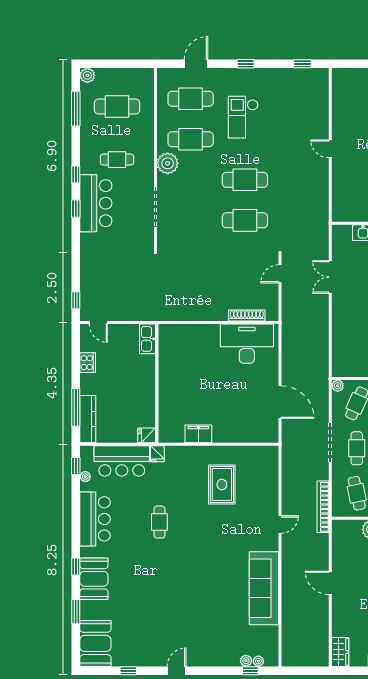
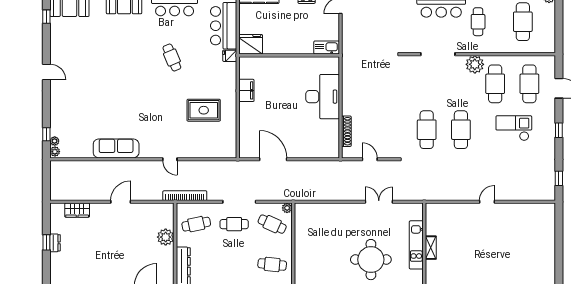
door: (280, 274) -> (370, 159), moved
desk: (247, 344) -> (323, 97), moved
door: (280, 402) -> (273, 159), swing flipped
fridge: (147, 435) -> (251, 44), width x1.88, depth x1.34
cafe table: (159, 522) -> (172, 58), turned 67
sofa: (264, 588) -> (116, 148), width x0.74, depth x0.79
wardrobe: (340, 652) -> (77, 210), moved
plant: (246, 661) -> (55, 152), moved
window: (128, 671) -> (46, 17), moved

